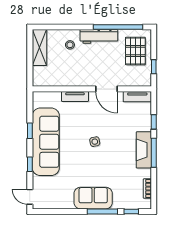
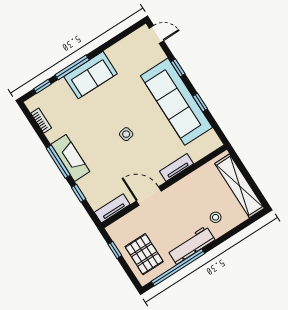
shelving: (40, 47) -> (240, 186), width x1.47

